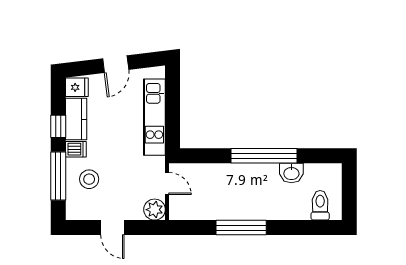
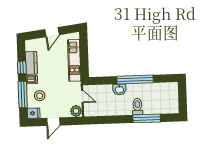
fridge: (77, 87) -> (34, 113), moved
washbasin: (291, 173) -> (119, 89), moved
toilet: (320, 205) -> (137, 107), moved
door: (112, 228) -> (53, 122), hinge flipped
window: (241, 228) -> (147, 118), moved

